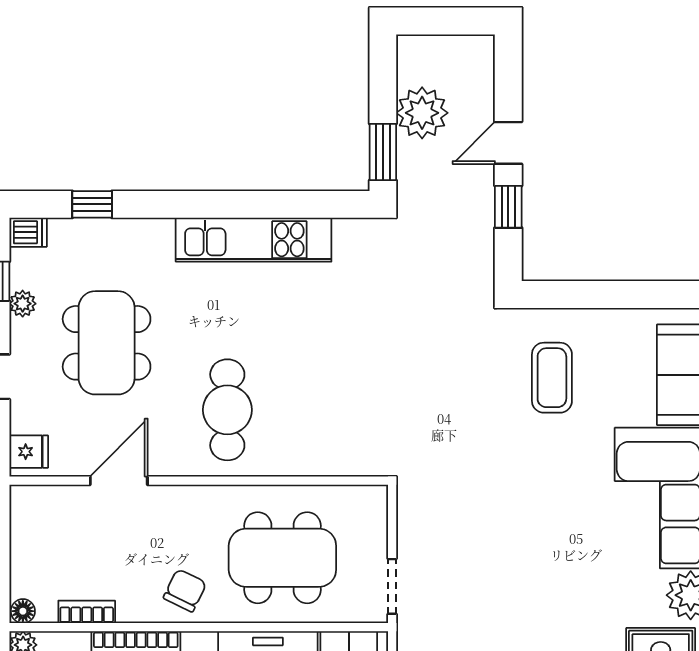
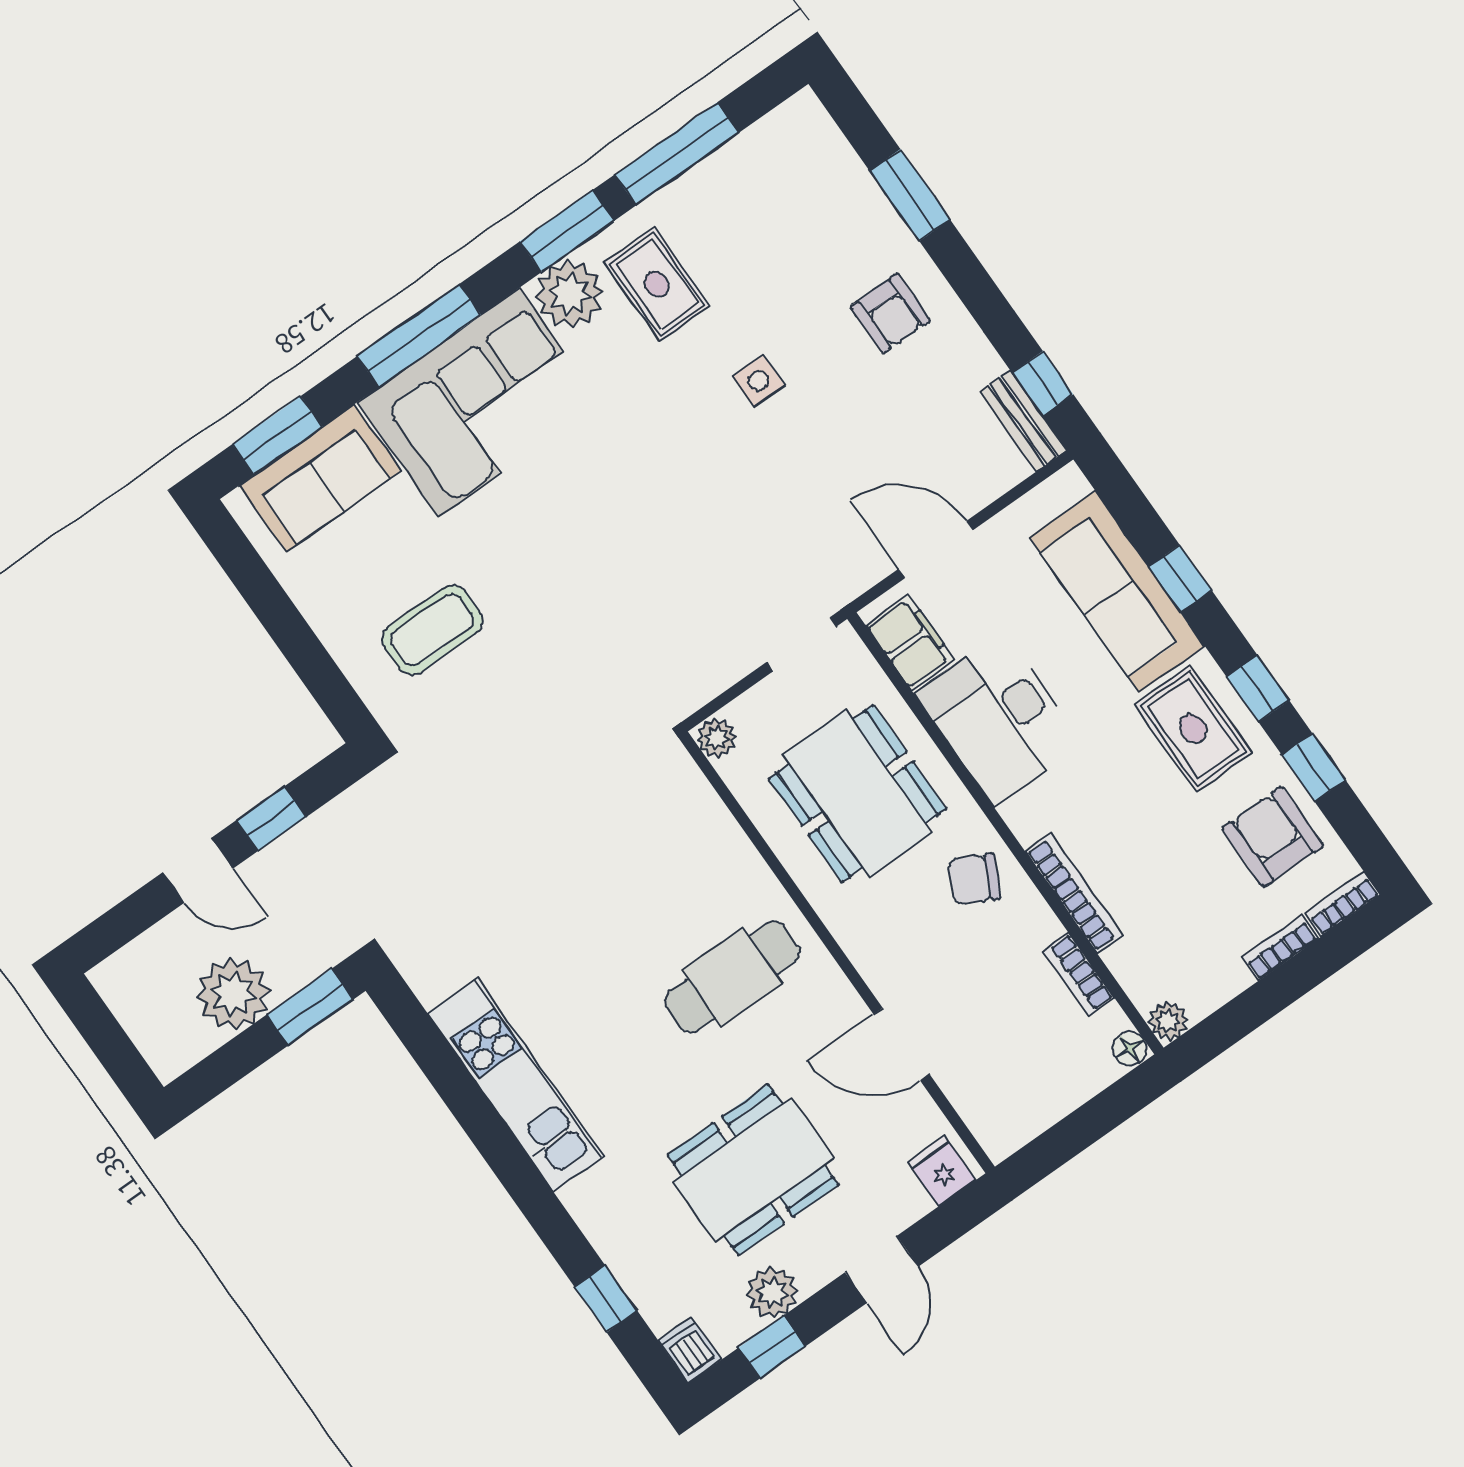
plant: (23, 304) -> (772, 1293), width x1.38, depth x1.38
plant: (372, 499) -> (717, 738), added

